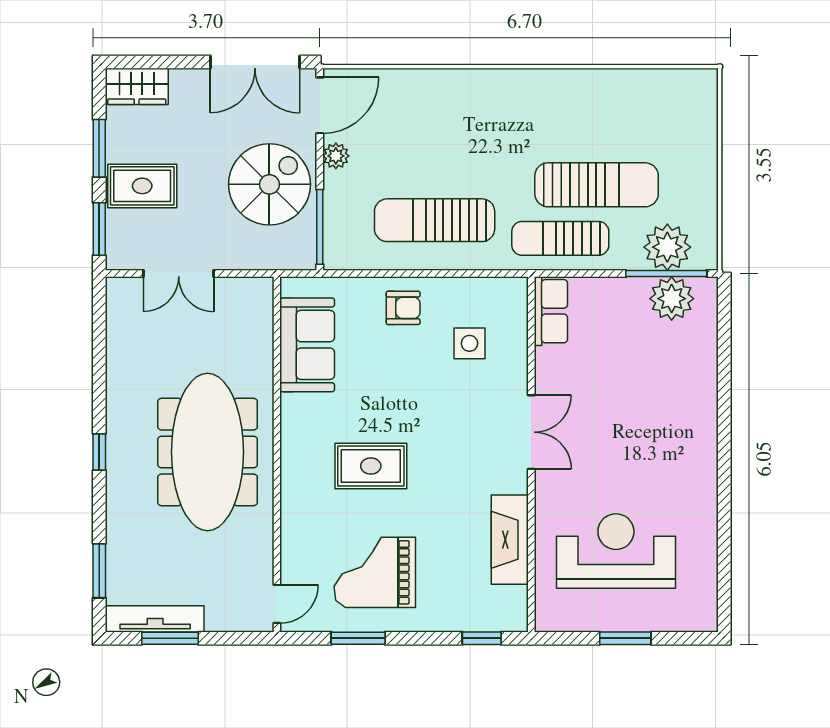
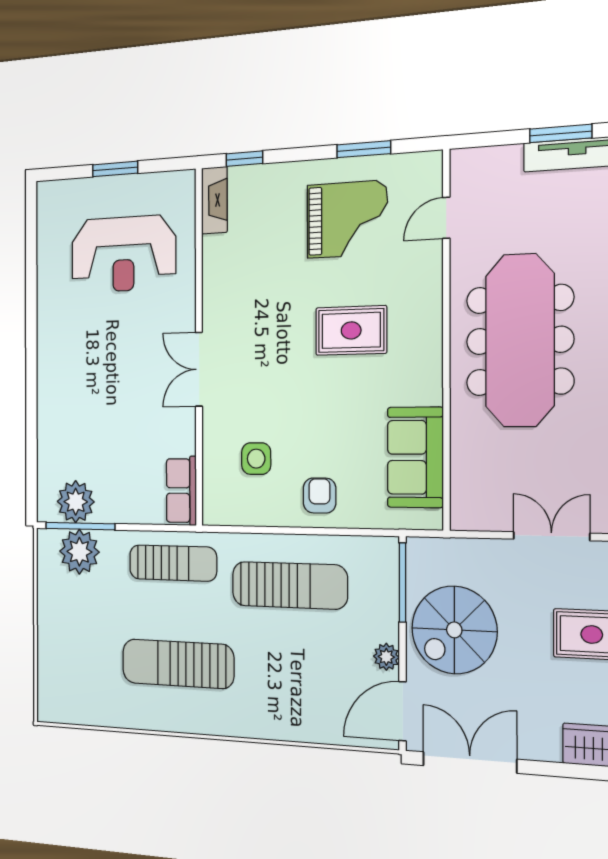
sun lounger: (597, 185) -> (178, 664), moved
armchair: (403, 308) -> (320, 496), turned 90
fireplace: (510, 540) -> (214, 200), moved, width x0.73, depth x0.76
door: (277, 604) -> (446, 218), moved

